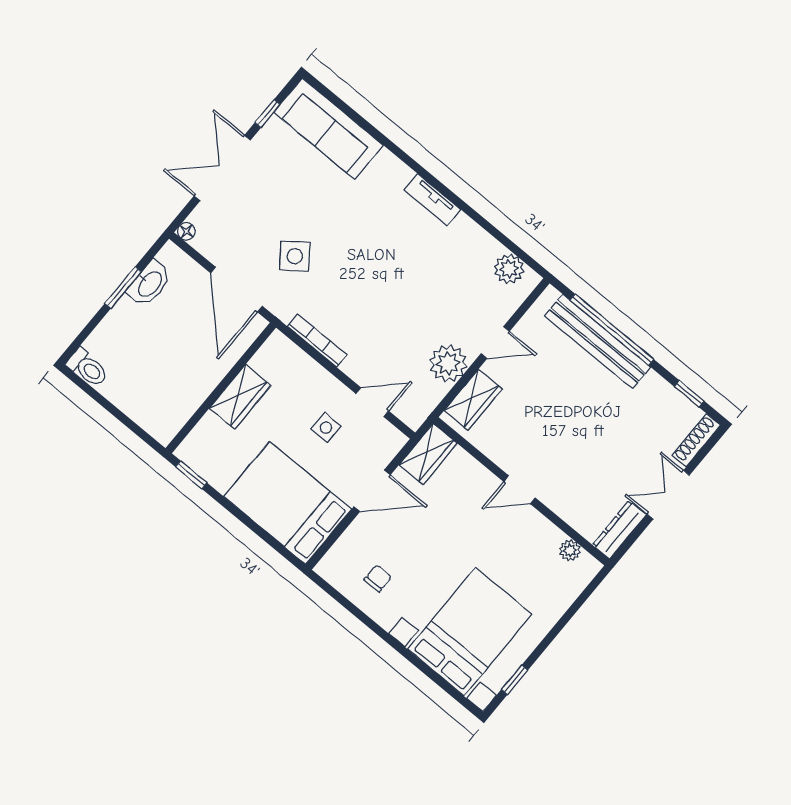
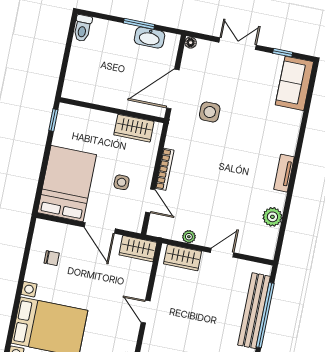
sofa: (329, 129) -> (294, 83), width x0.73
double door: (222, 168) -> (238, 44), width x0.73
side table: (295, 256) -> (210, 112), turned 37
plant: (509, 269) -> (272, 217), moved
bookcase: (317, 341) -> (165, 169), moved
door: (495, 342) -> (222, 253), swing flipped
plant: (448, 364) -> (189, 237), width x0.53, depth x0.53
wardrobe: (240, 397) -> (134, 128), moved

